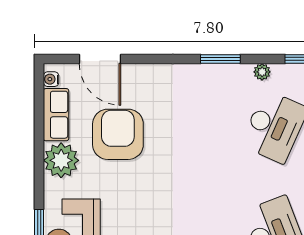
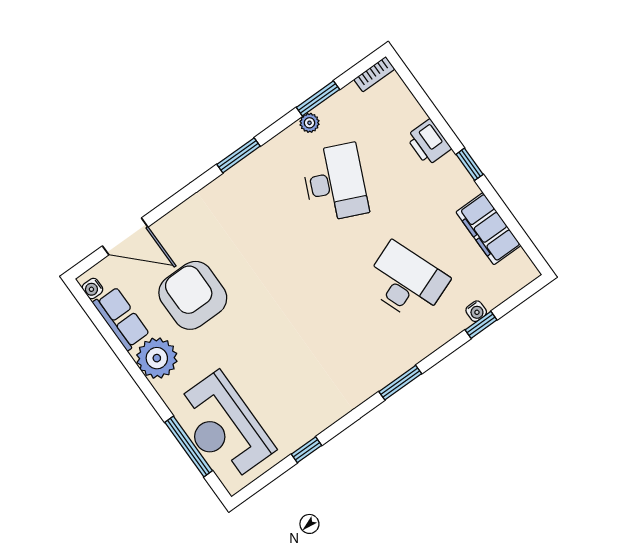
plant: (262, 72) -> (310, 123), moved

